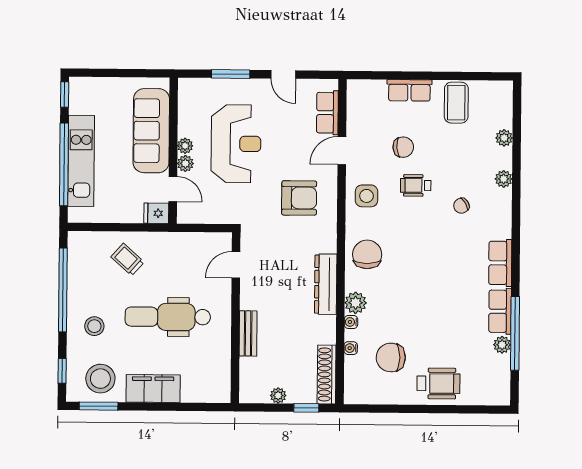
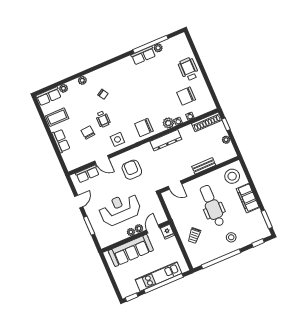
row of seats: (500, 263) -> (49, 96), moved
dental chair: (168, 317) -> (212, 206), turned 180
chair: (391, 357) -> (186, 96), turned 90
stool: (100, 379) -> (232, 176), moved

